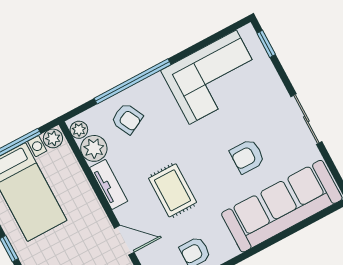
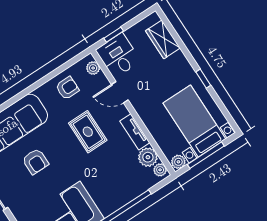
armchair: (127, 119) -> (126, 181), removed
armchair: (247, 156) -> (35, 161), turned 90

